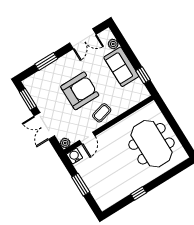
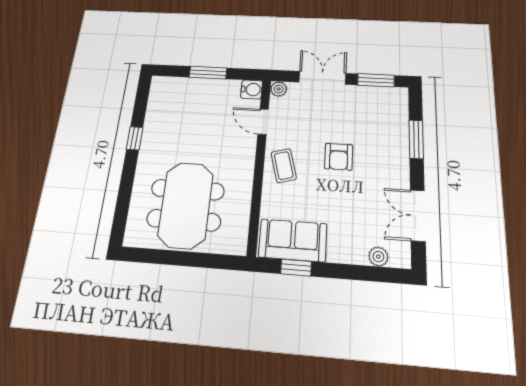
sofa: (121, 67) -> (293, 240), moved
armchair: (80, 91) -> (339, 157), width x0.53, depth x0.53
meeting table: (151, 144) -> (186, 205), turned 90

